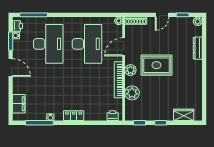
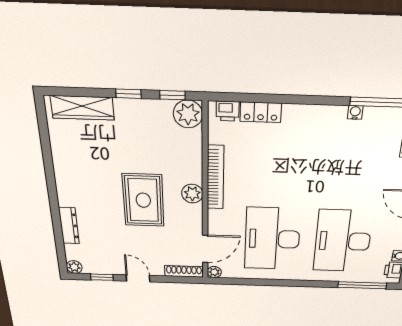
door: (162, 15) -> (138, 278), hinge flipped
door: (124, 47) -> (205, 249), moved
rug: (156, 65) -> (143, 200), turned 90
plant: (132, 93) -> (188, 114), moved
wardrobe: (184, 115) -> (82, 108), width x1.50
locker: (74, 116) -> (261, 112), moved

